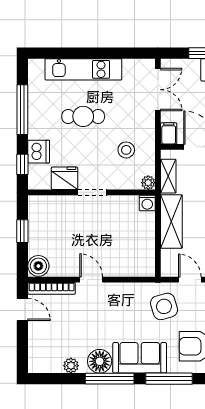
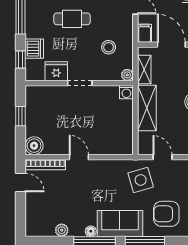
floor lamp: (100, 361) -> (91, 231), width x0.53, depth x0.53

